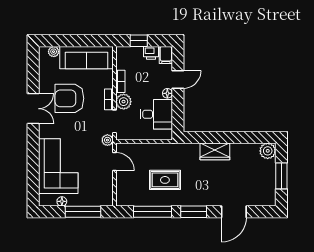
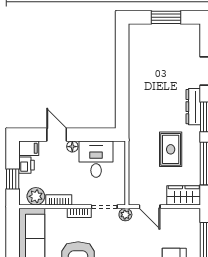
plant: (124, 102) -> (36, 196), moved
wardrobe: (215, 151) -> (184, 195), moved, turned -90
plant: (268, 151) -> (138, 33), removed
door: (114, 161) -> (150, 207), swing flipped
dresser: (203, 200) -> (193, 107), added

